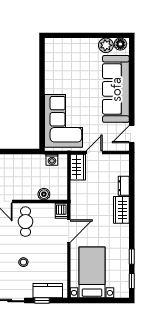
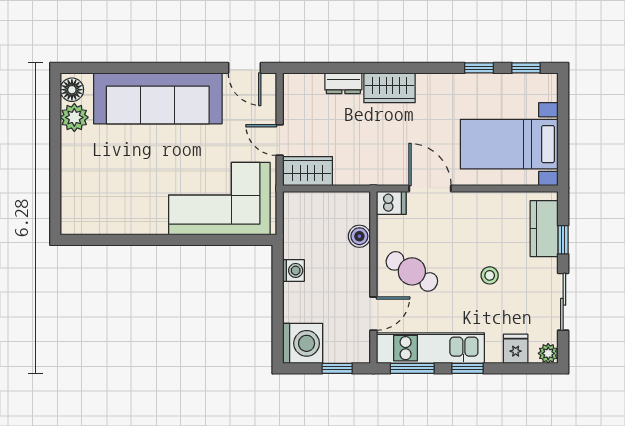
washing machine: (52, 160) -> (293, 270), moved
cafe table: (26, 222) -> (412, 271), turned 32

